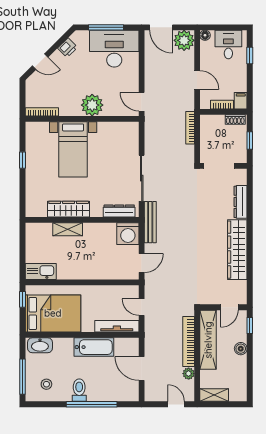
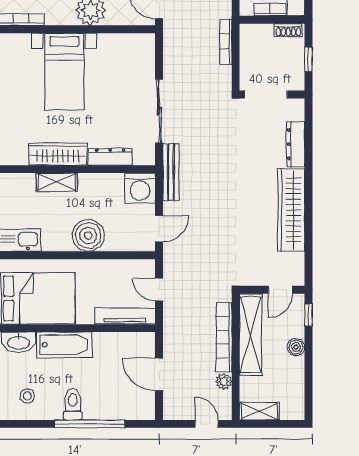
dresser: (119, 211) -> (110, 157), moved
boiler: (90, 268) -> (88, 235), added
bathtub: (94, 347) -> (64, 345), moved

